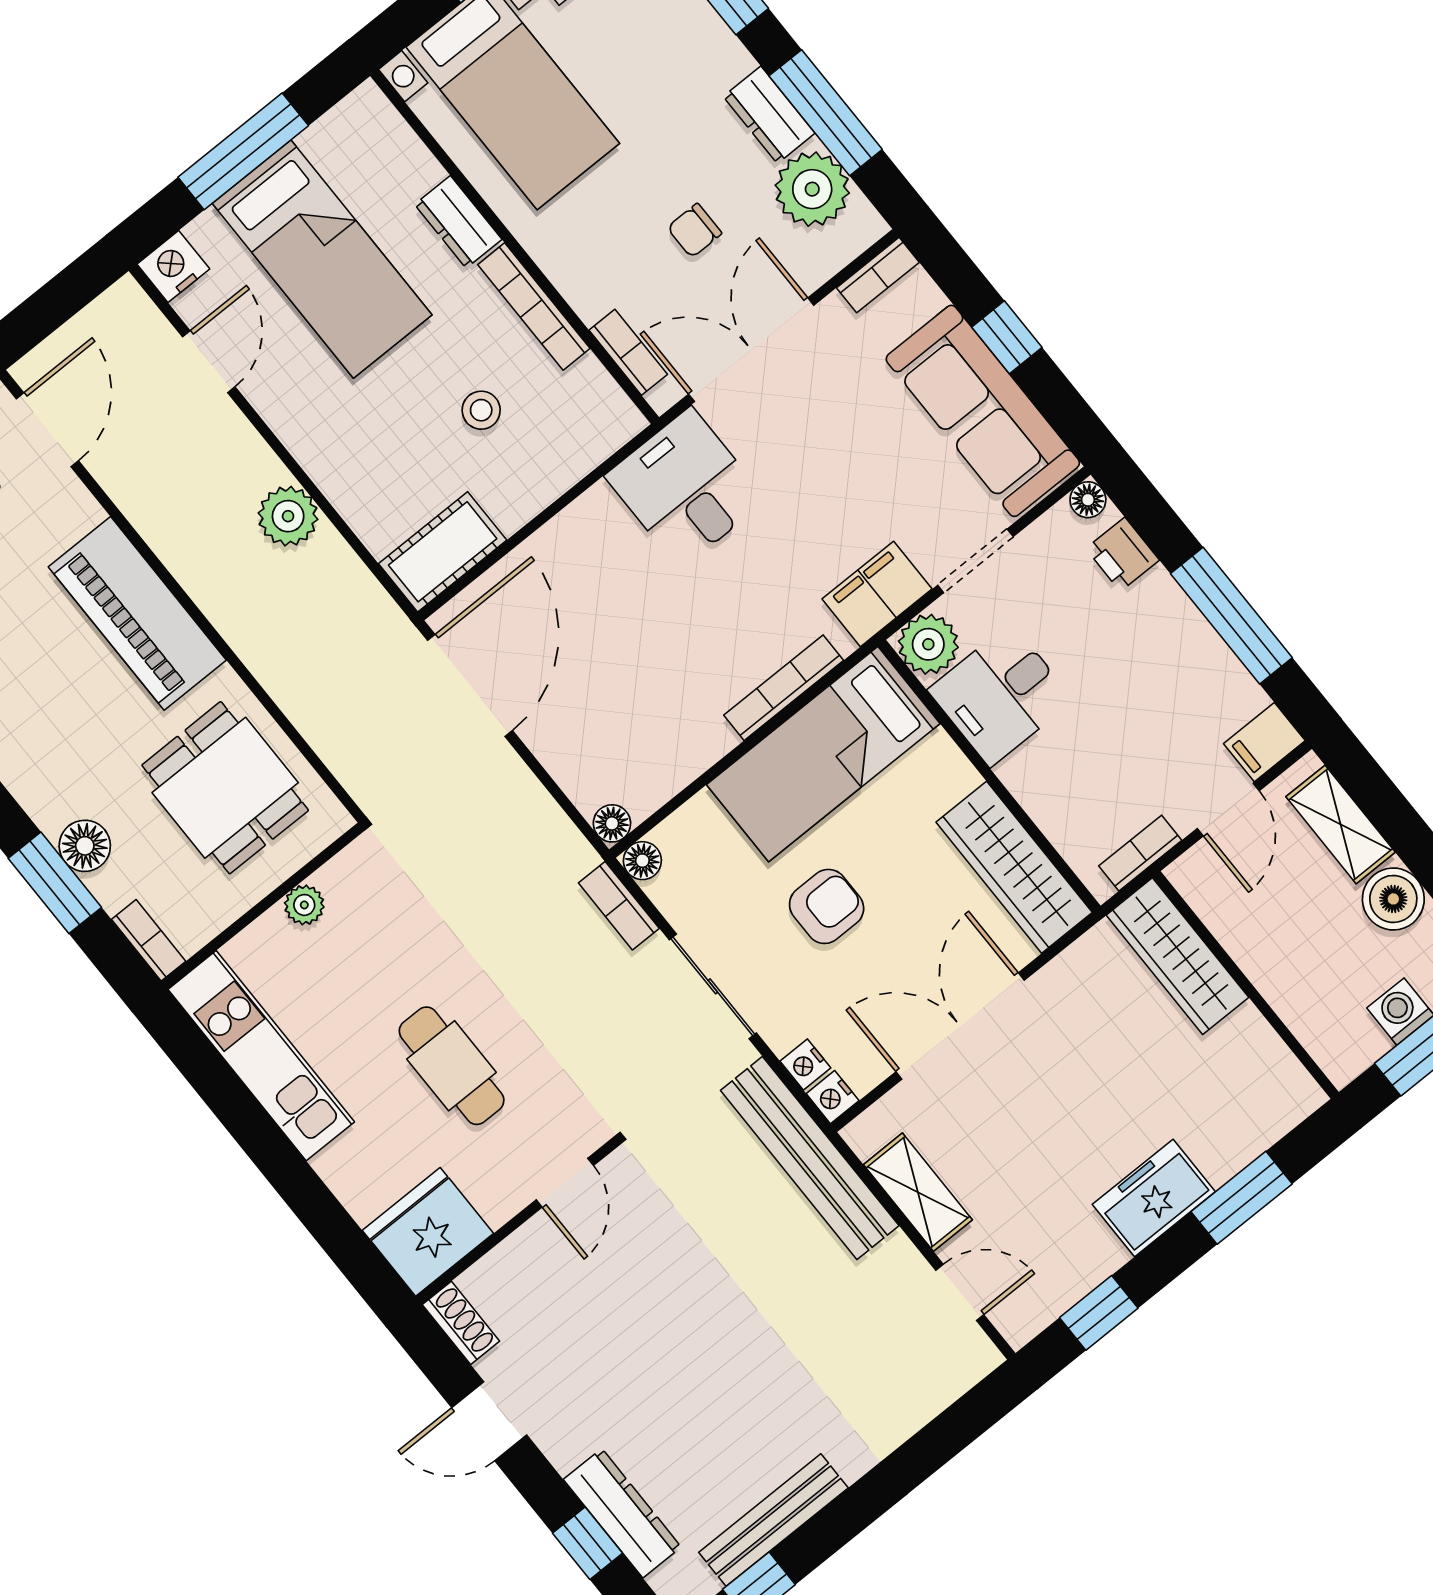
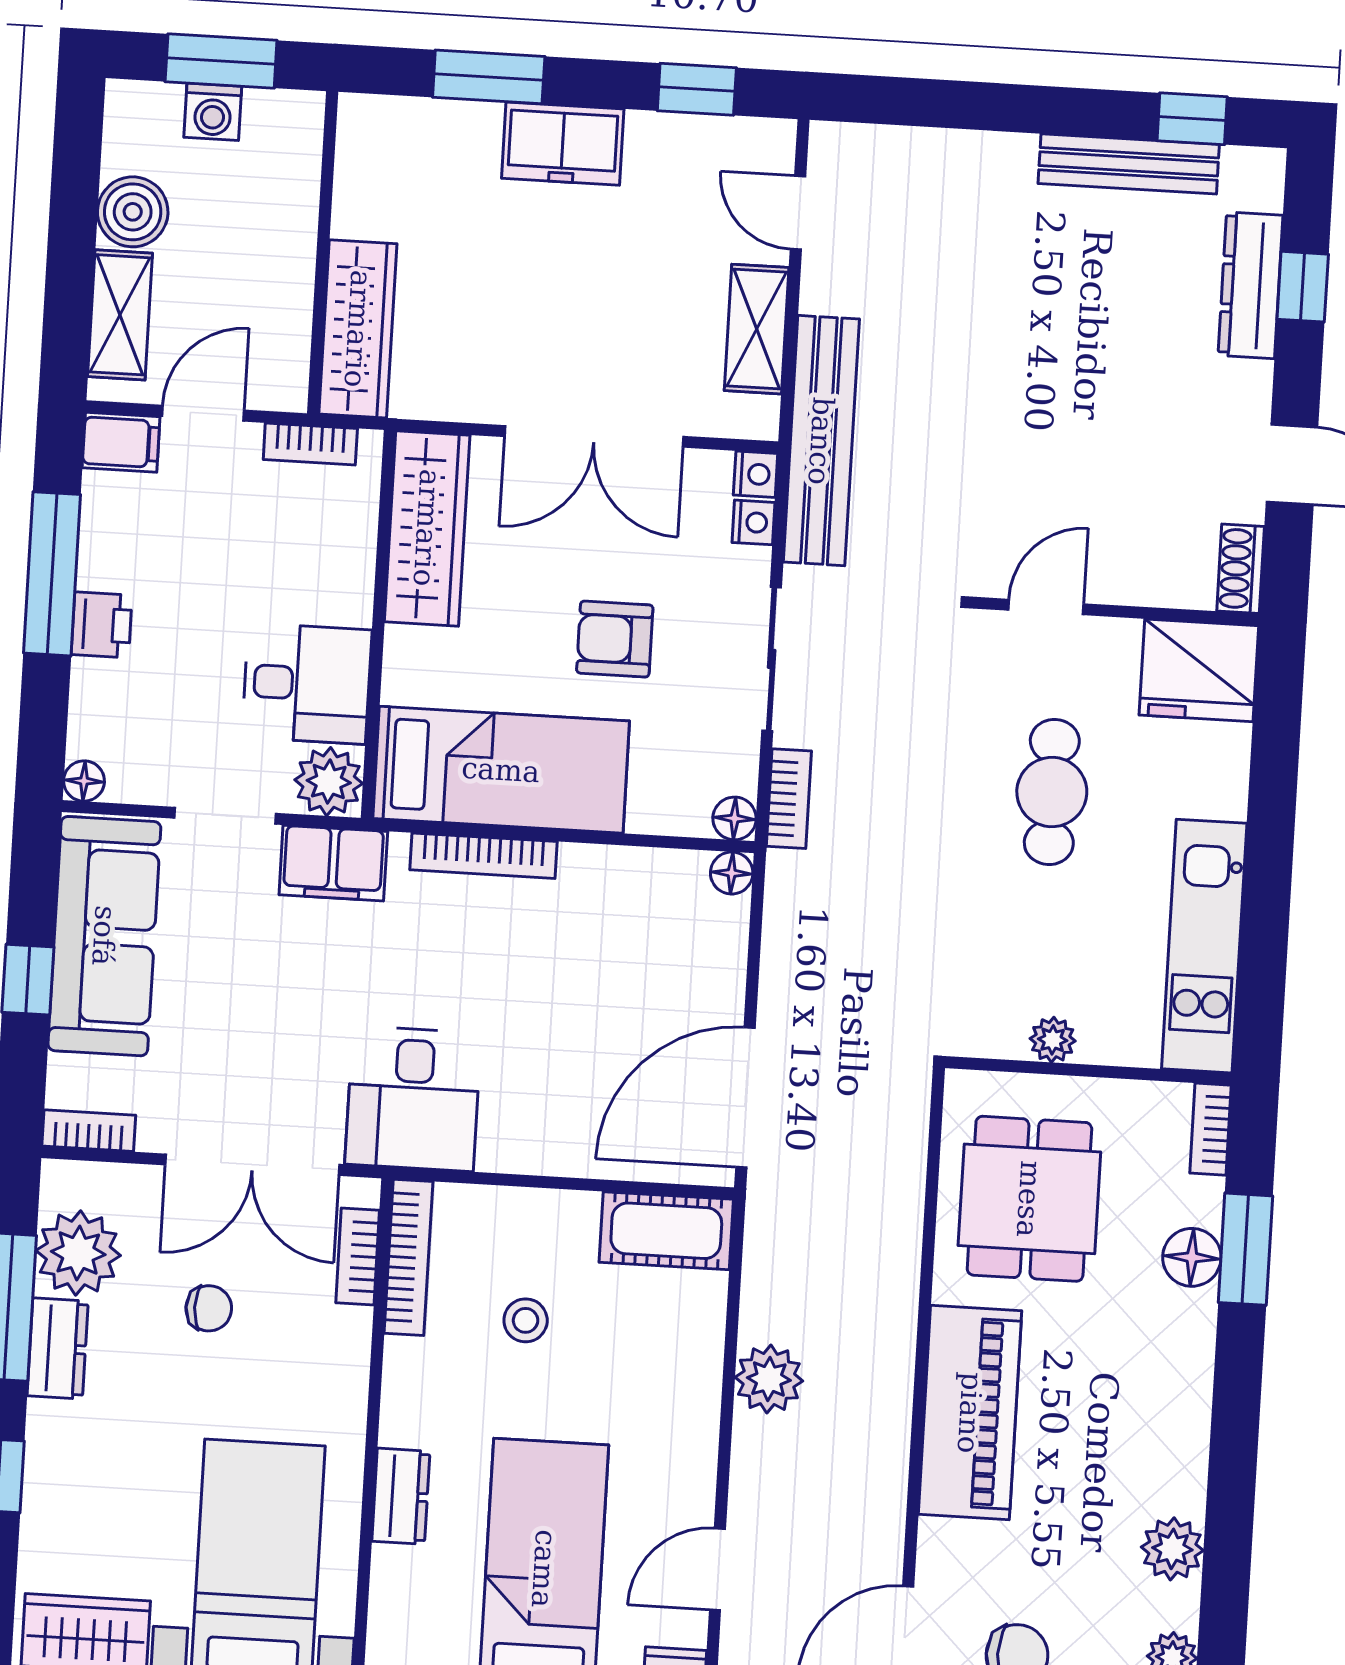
bookcase: (534, 306) -> (408, 1257), moved
printer: (1123, 554) -> (102, 625), moved

